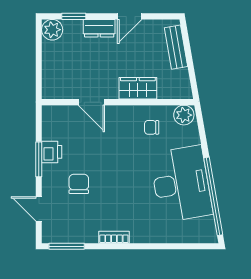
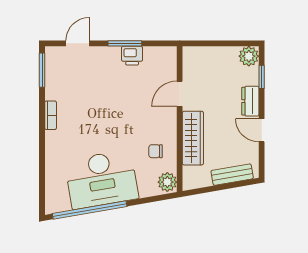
wardrobe: (138, 88) -> (193, 138), width x1.50
chair: (152, 127) -> (156, 151), turned -90
chair: (79, 184) -> (102, 82), removed

